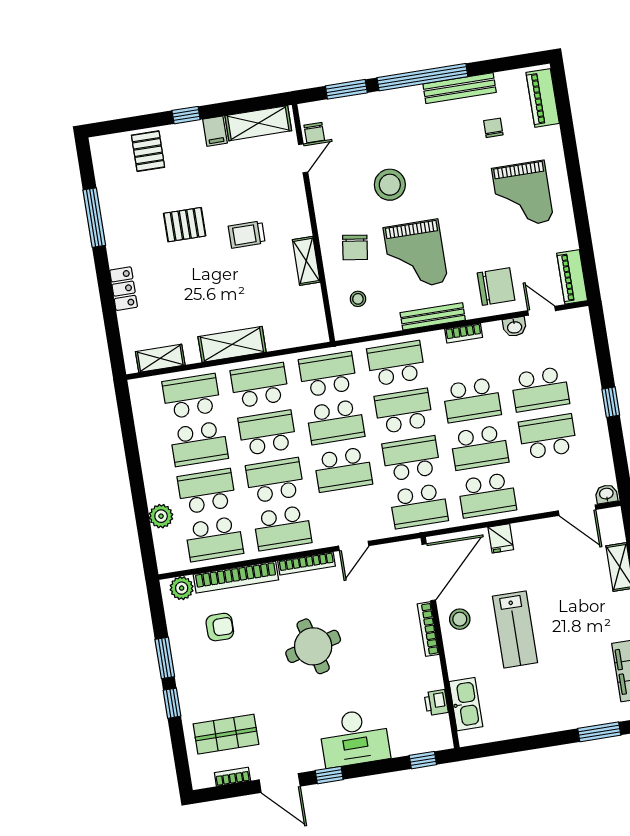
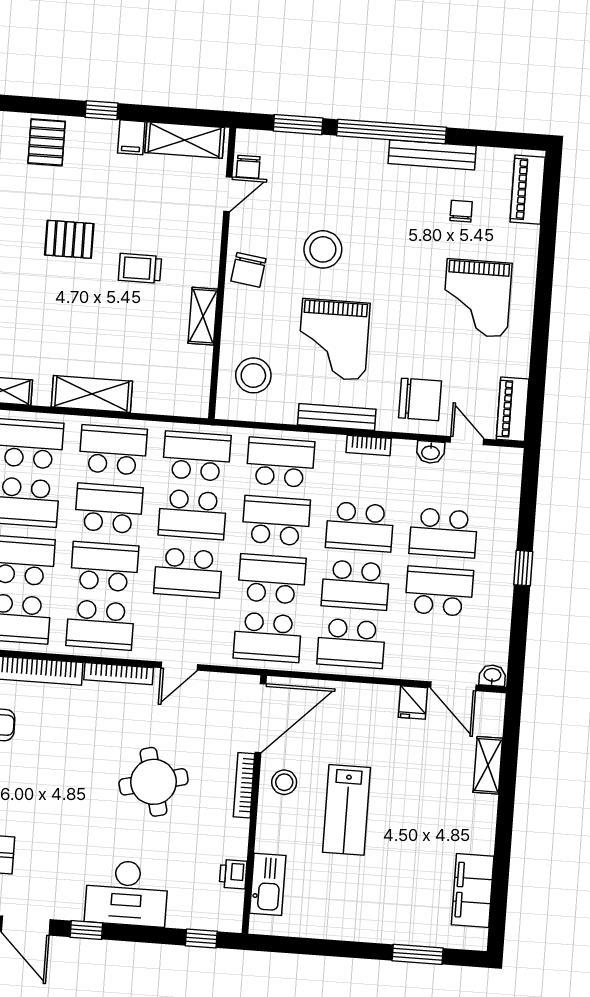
chair: (355, 247) -> (248, 270), moved
stool: (358, 299) -> (253, 375), width x1.89, depth x1.89
fridge: (501, 538) -> (413, 703), moved
round table: (313, 646) -> (154, 782), moved

